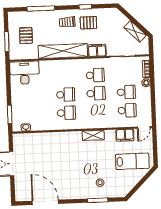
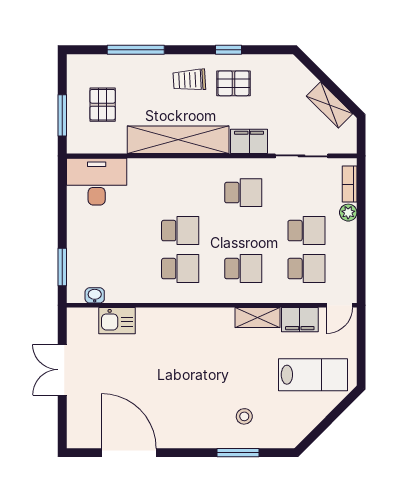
school desk: (96, 93) -> (243, 269), moved
shelving: (93, 135) -> (257, 318), moved
kitchen sink: (37, 139) -> (117, 321), added

